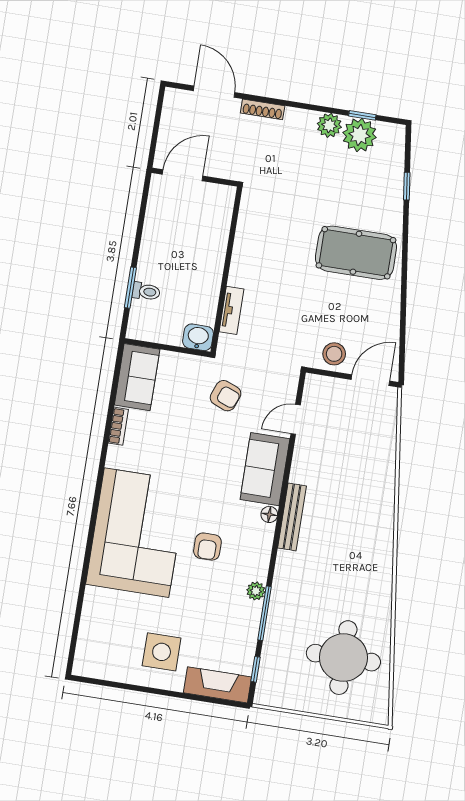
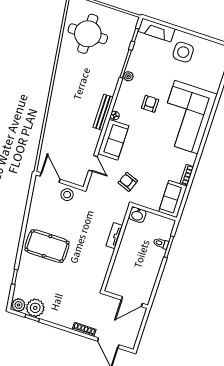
plant: (329, 125) -> (19, 305), moved
tv unit: (232, 310) -> (114, 236), moved
door: (370, 380) -> (50, 178), swing flipped
door: (296, 419) -> (93, 163), hinge flipped

